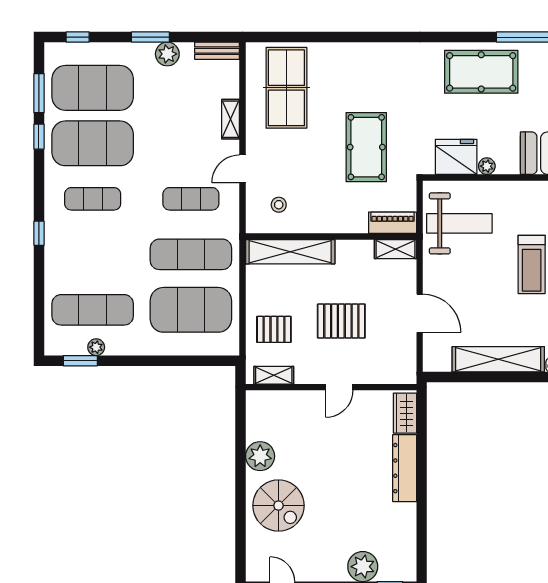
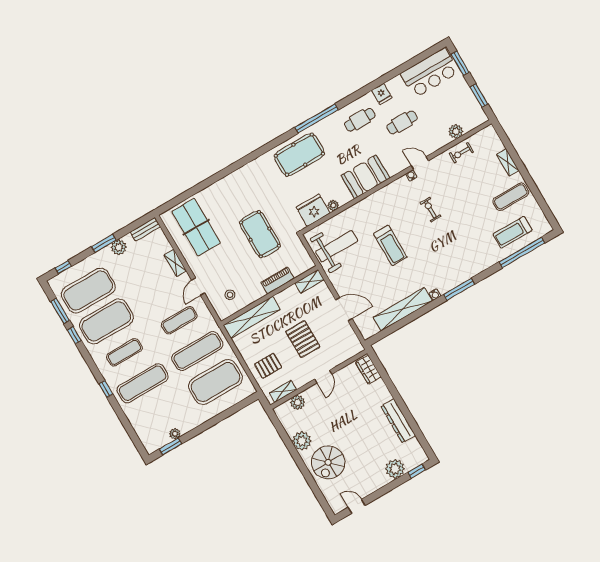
piano: (393, 223) -> (278, 280), moved
exercise mat: (93, 310) -> (143, 383), moved
pallet: (341, 321) -> (303, 339), turned 90
plant: (285, 401) -> (298, 402), added
dresser: (405, 468) -> (398, 421), moved
spiral stairs: (278, 506) -> (328, 462), turned 90

